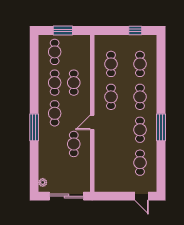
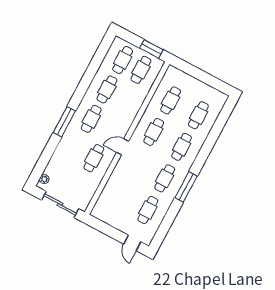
window: (63, 31) -> (151, 49), moved
window: (135, 31) -> (211, 81), removed
cafe table: (74, 83) -> (141, 70), moved

